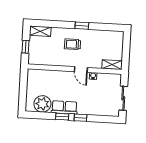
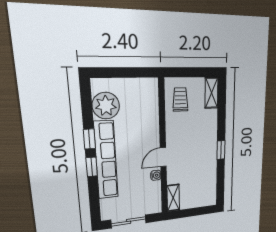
trolley: (73, 44) -> (180, 100), moved
window: (26, 47) -> (189, 72), removed
row of seats: (64, 107) -> (106, 160), width x2.02

